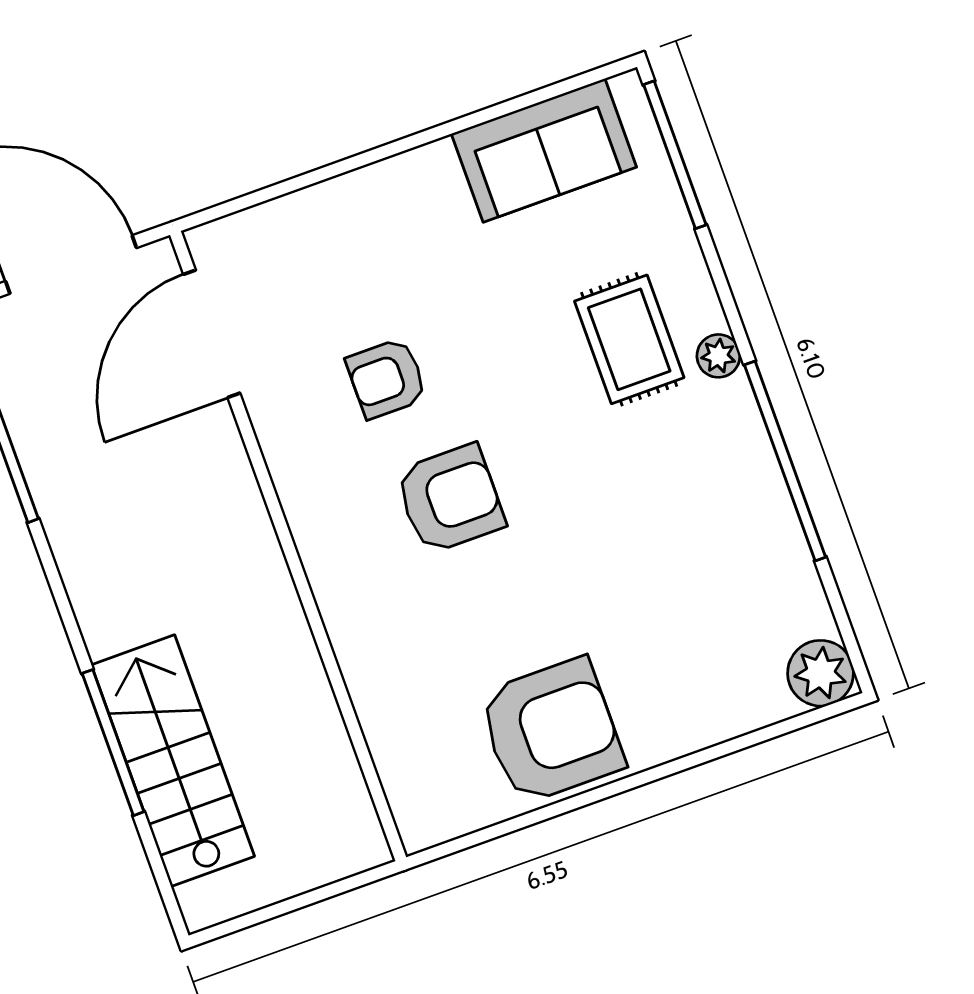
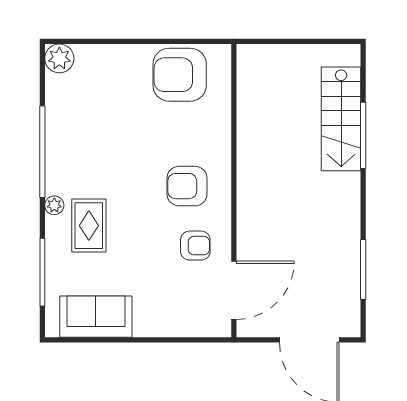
window: (675, 155) -> (42, 272), moved
door: (212, 334) -> (234, 290), moved
wall: (288, 546) -> (234, 191), moved

